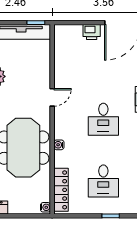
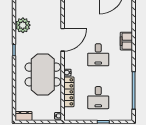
door: (52, 97) -> (63, 40), width x1.87
locker: (61, 190) -> (69, 92), moved

